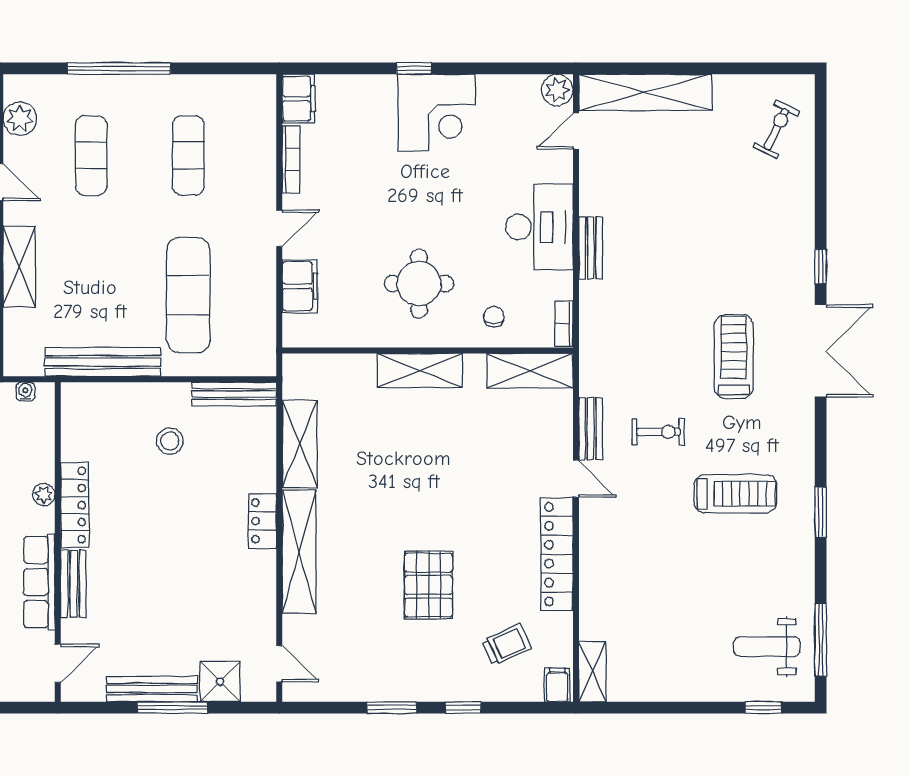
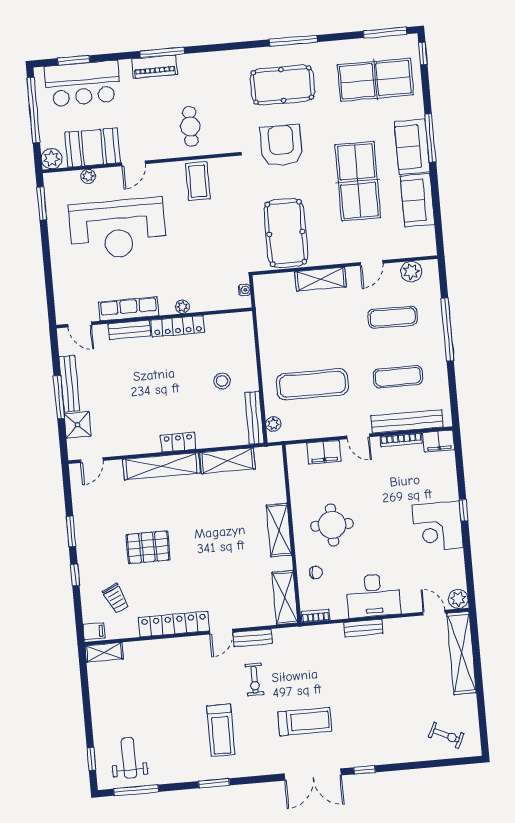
bench: (103, 362) -> (407, 421), moved, turned 90
plant: (247, 364) -> (273, 424), added

